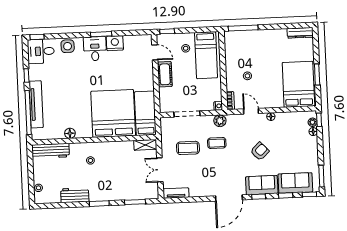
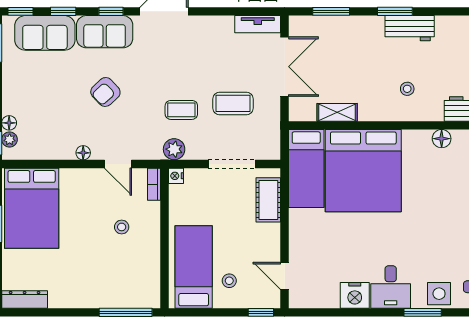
window: (101, 34) -> (423, 312), moved
cot: (165, 74) -> (268, 200), moved
shelving: (145, 145) -> (337, 112), moved
double door: (160, 170) -> (285, 67), width x1.37
workbench: (75, 195) -> (410, 28), moved

